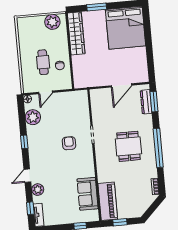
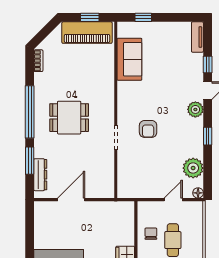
window: (154, 102) -> (30, 161), moved
dining table: (128, 146) -> (69, 118), turned 90
plant: (38, 190) -> (195, 109), moved
piano: (108, 201) -> (87, 33), moved, turned -90
window: (30, 208) -> (208, 64), moved

